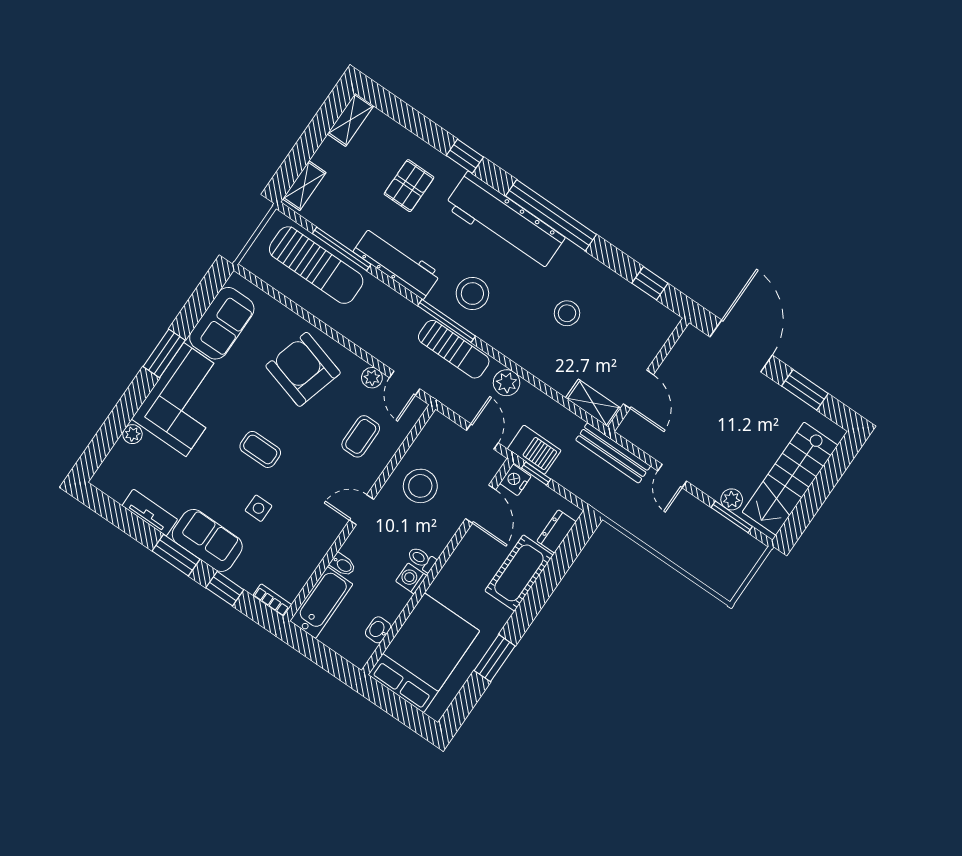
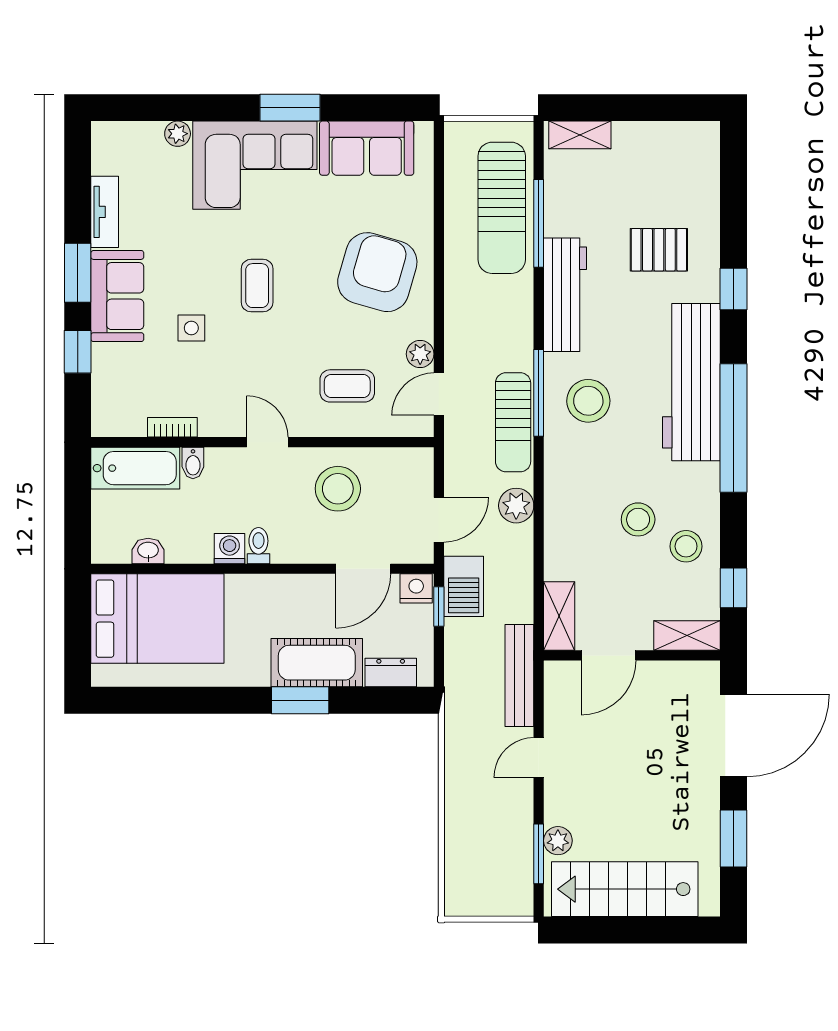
shelving: (350, 120) -> (687, 635), moved
stool: (604, 295) -> (686, 546), added
bookcase: (272, 600) -> (172, 427), moved, turned -90
window: (495, 658) -> (300, 700), moved

